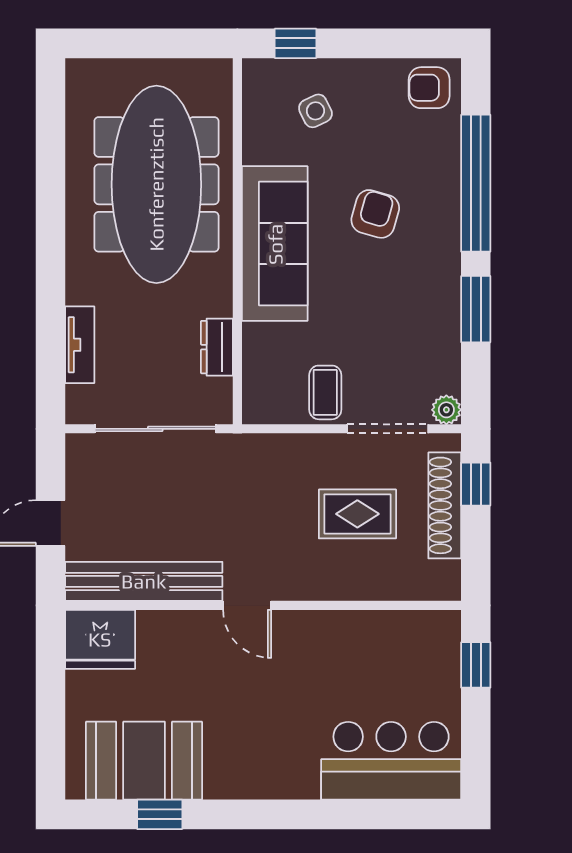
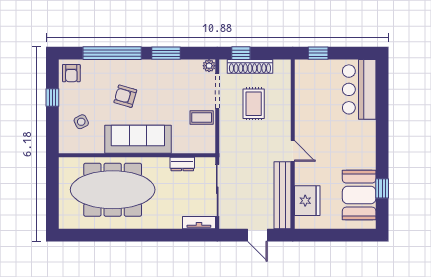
window: (295, 43) -> (52, 98), moved
tv unit: (80, 345) -> (199, 223), moved
door: (247, 605) -> (293, 151), hinge flipped
fridge: (100, 639) -> (307, 201), moved

